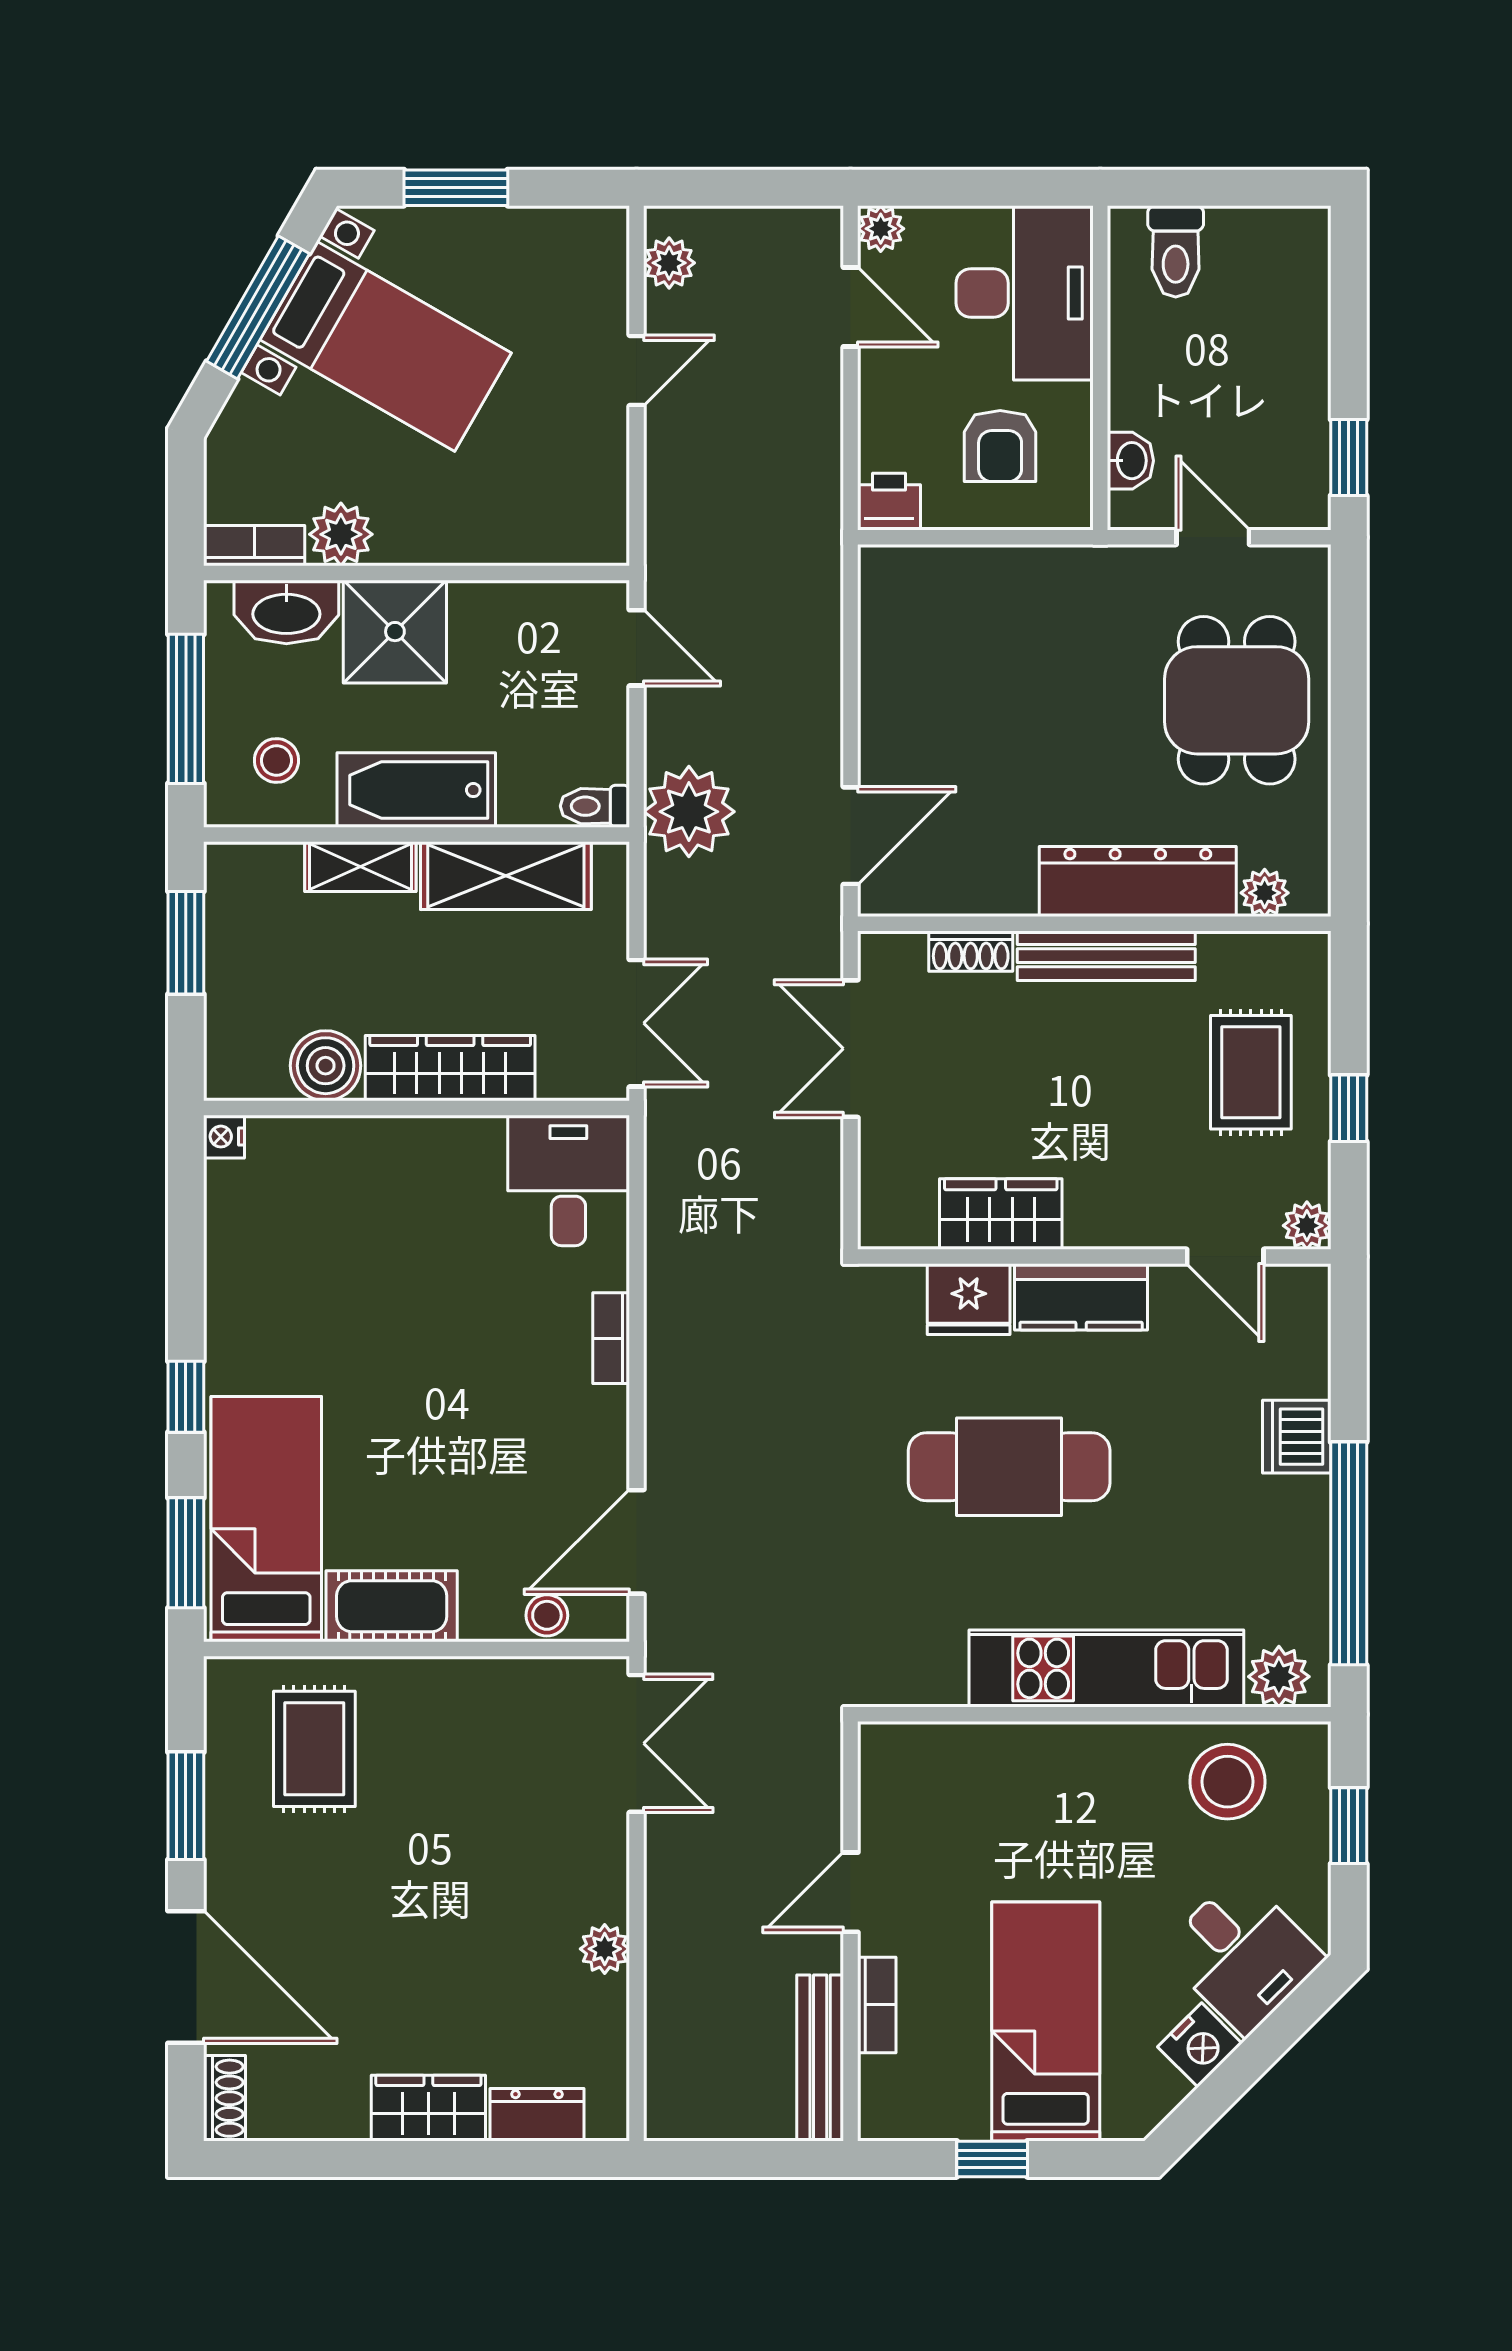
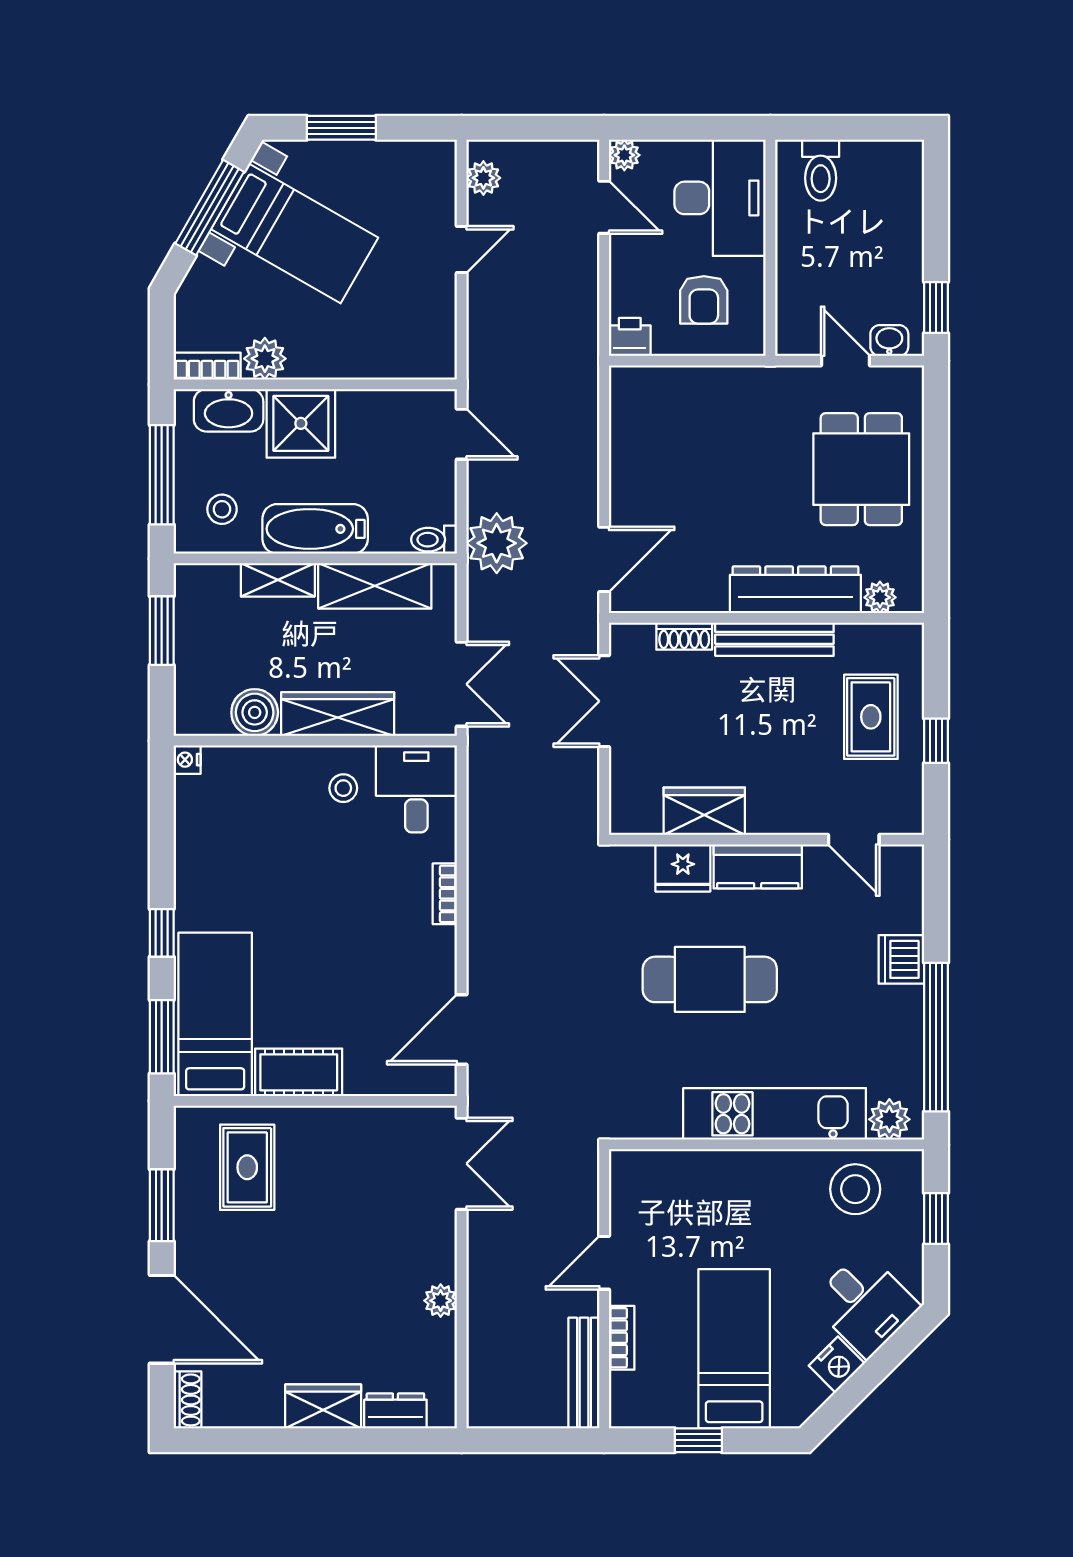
washbasin: (1130, 461) -> (889, 340), moved, turned -90
plant: (1307, 1226) -> (908, 819), removed
stool: (547, 1615) -> (343, 788), moved

